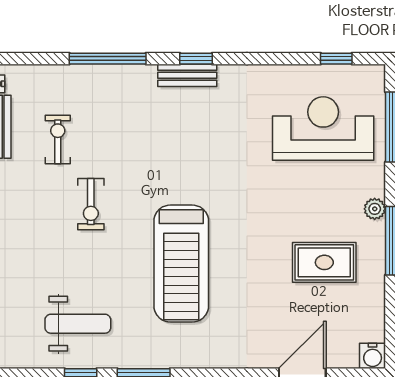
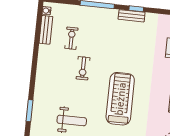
treadmill: (181, 264) -> (120, 99), turned 180

